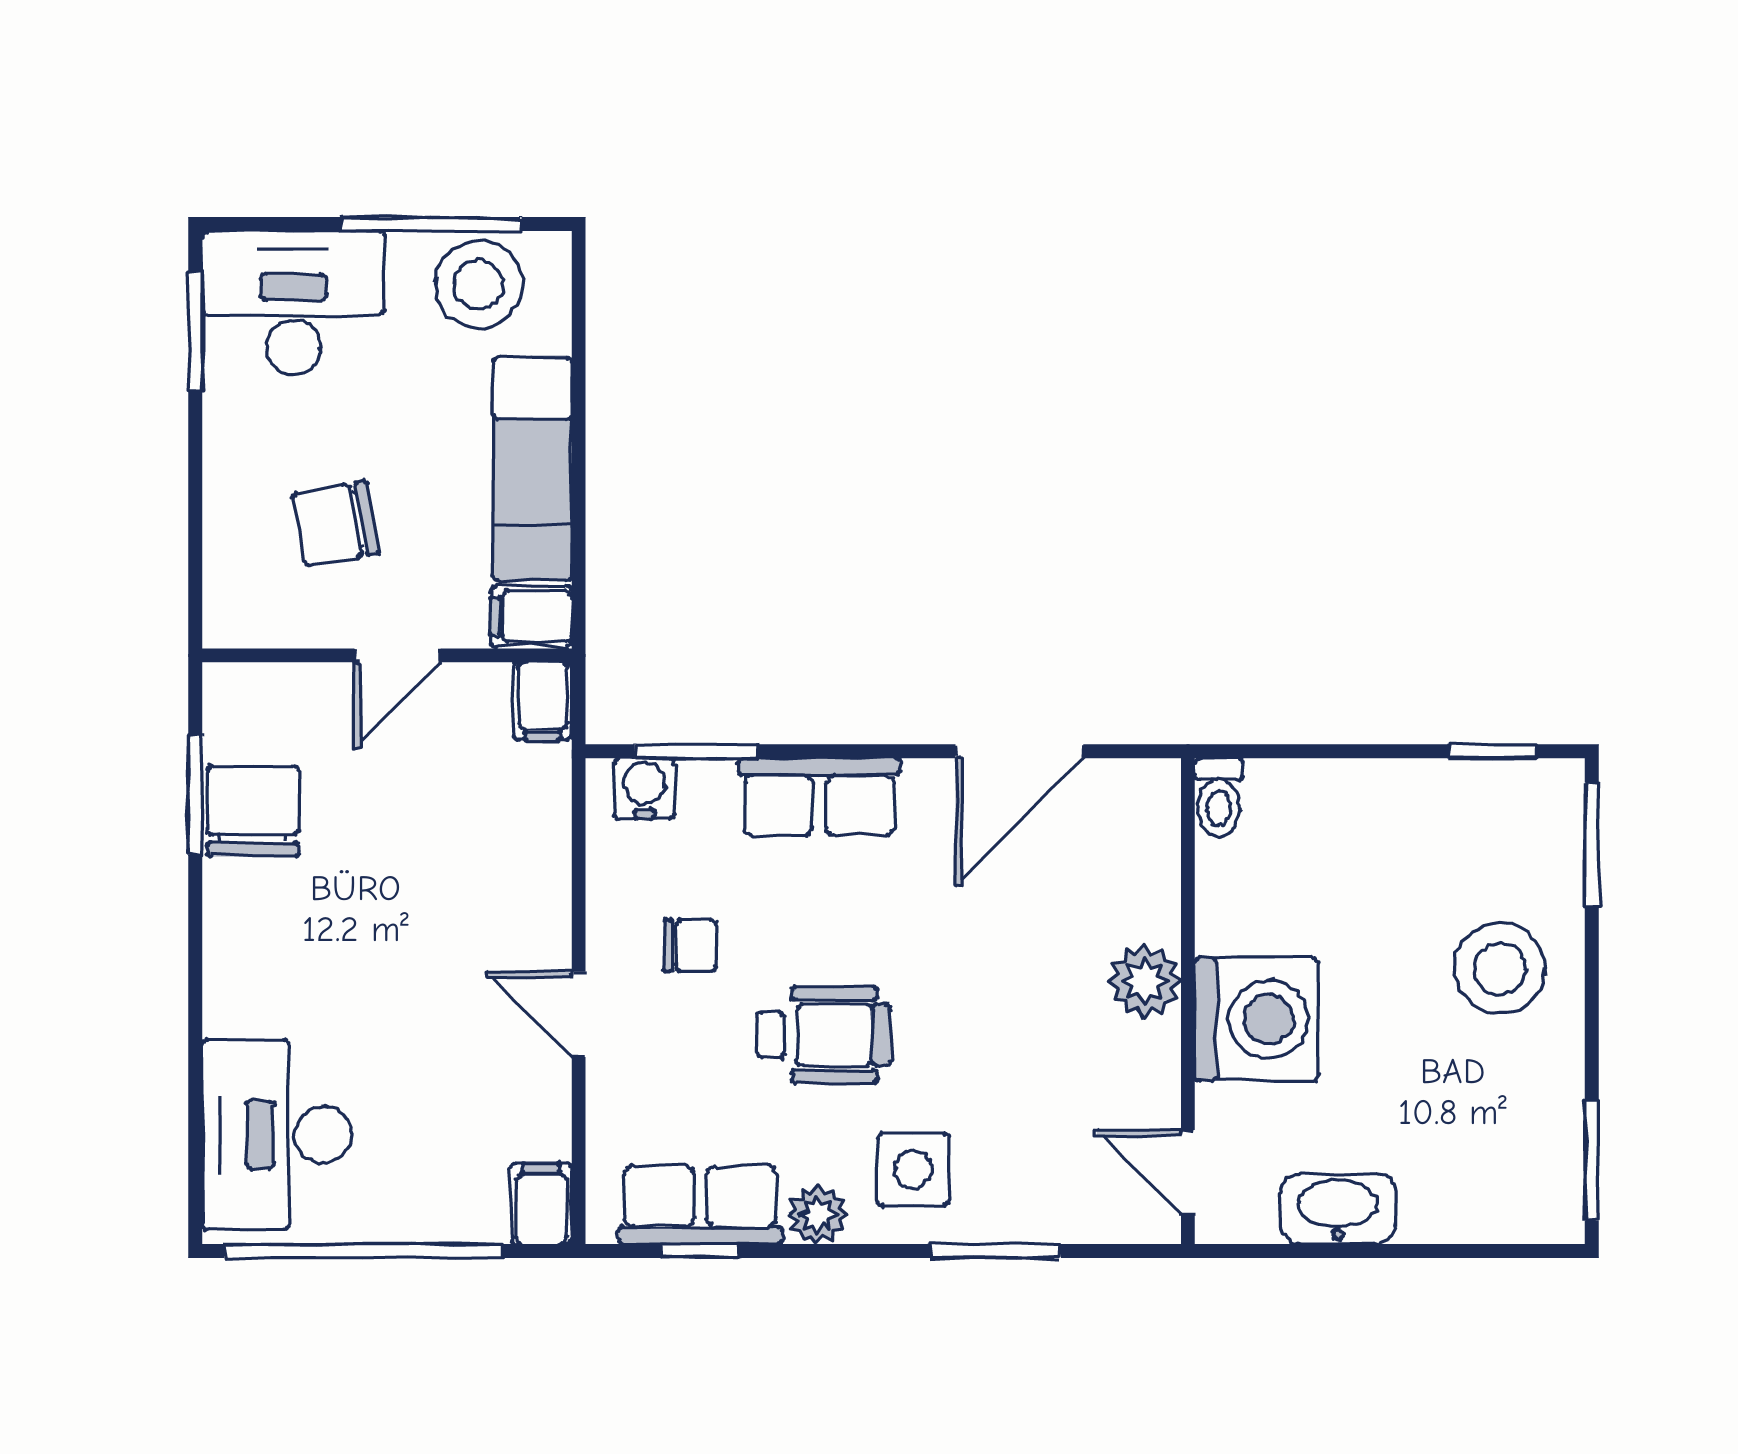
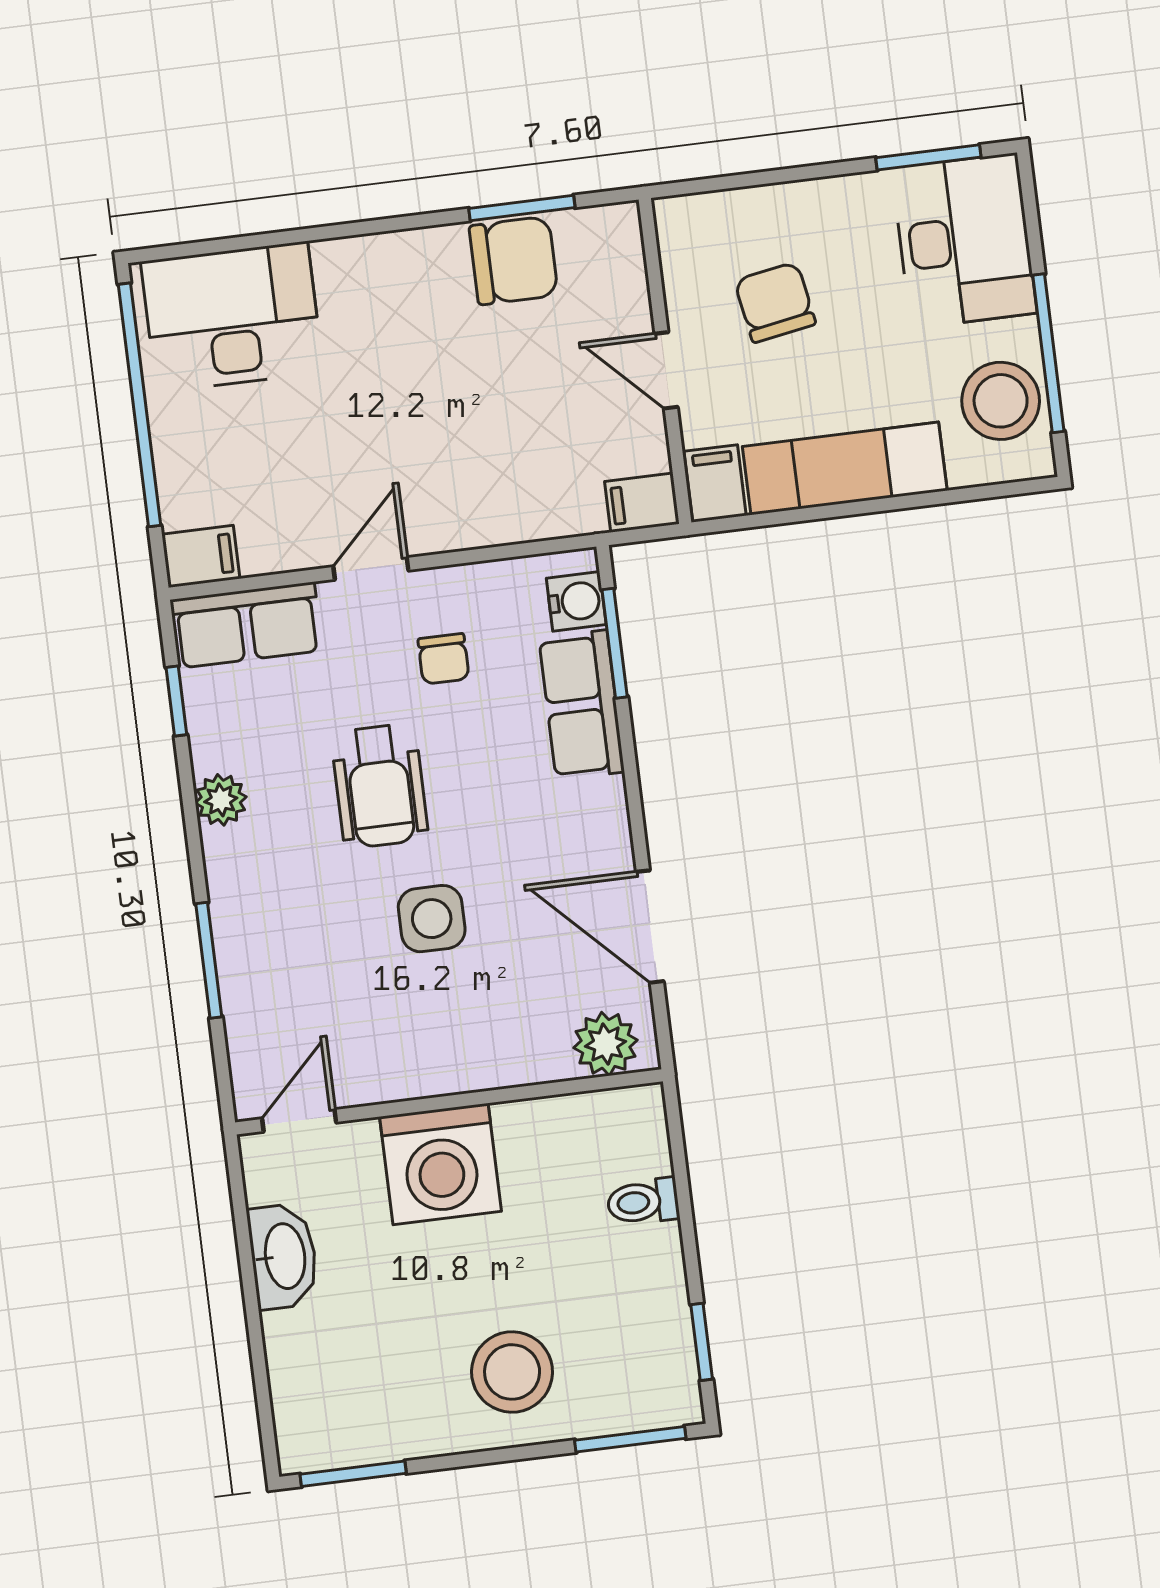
row of seats: (819, 797) -> (582, 705), moved
toilet: (1219, 797) -> (643, 1202), moved
plant: (1145, 981) -> (606, 1044), moved
side table: (913, 1169) -> (432, 919), moved
row of seats: (700, 1205) -> (246, 625), moved, turned 90

